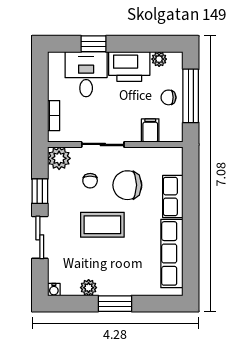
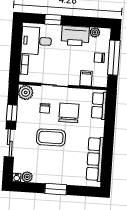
desk: (86, 74) -> (36, 41), moved, turned -90
chair: (127, 185) -> (69, 113), turned 90
row of seats: (173, 196) -> (99, 106), moved
plant: (89, 288) -> (27, 177), moved

